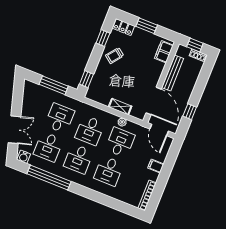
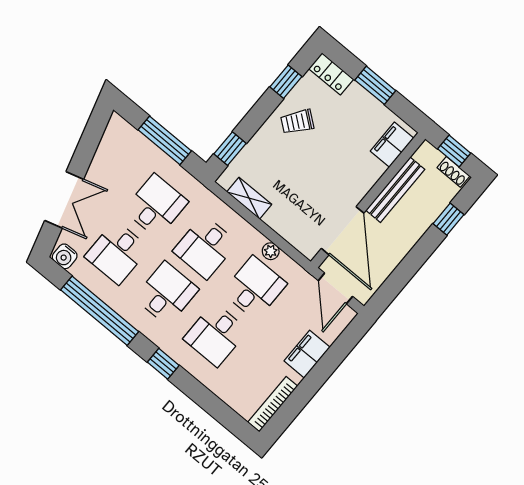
shelving: (120, 107) -> (249, 198), moved
window: (190, 112) -> (449, 219), moved
desk: (78, 159) -> (166, 293), turned 180
filing cabinet: (156, 166) -> (307, 354), width x2.00
window: (88, 193) -> (163, 364), added

